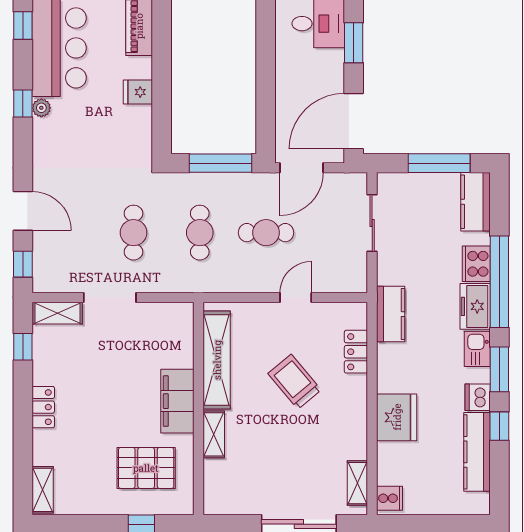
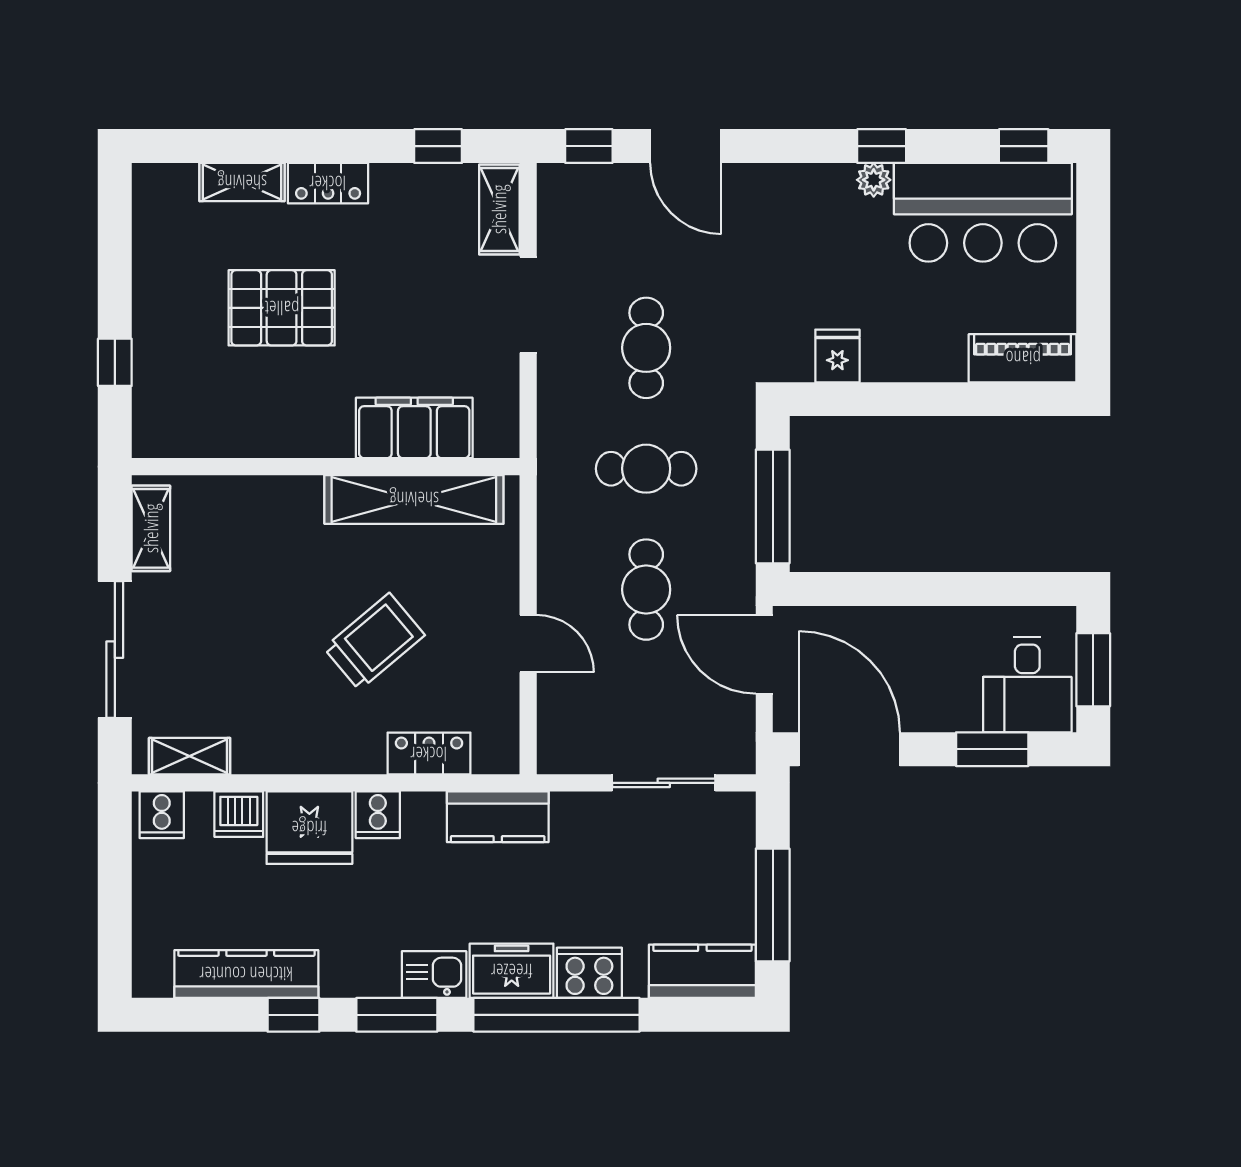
fridge: (138, 92) -> (837, 356), moved
door: (23, 211) -> (686, 146), hinge flipped
cafe table: (134, 233) -> (646, 348), turned 90
cooker: (390, 380) -> (378, 815), added
dishwasher: (478, 397) -> (239, 814), moved, turned 180
filing cabinet: (177, 401) -> (414, 428), moved
shelving: (214, 434) -> (151, 528), moved, turned 90
pallet: (146, 468) -> (282, 308), moved, turned 90
shelving: (43, 490) -> (242, 182), moved

